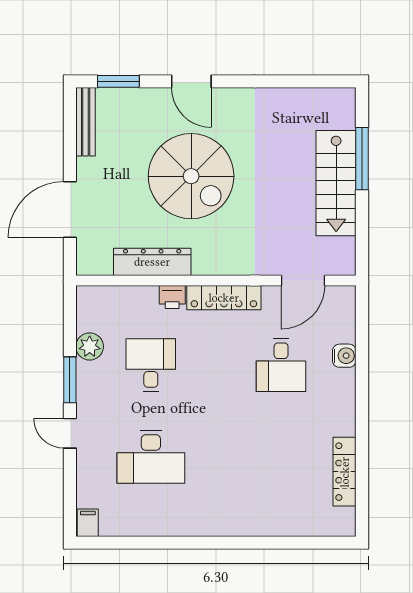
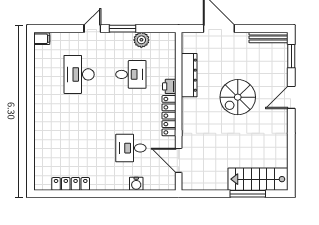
spiral stairs: (191, 176) -> (238, 97), width x0.73, depth x0.73
stairs: (336, 183) -> (258, 179), moved

